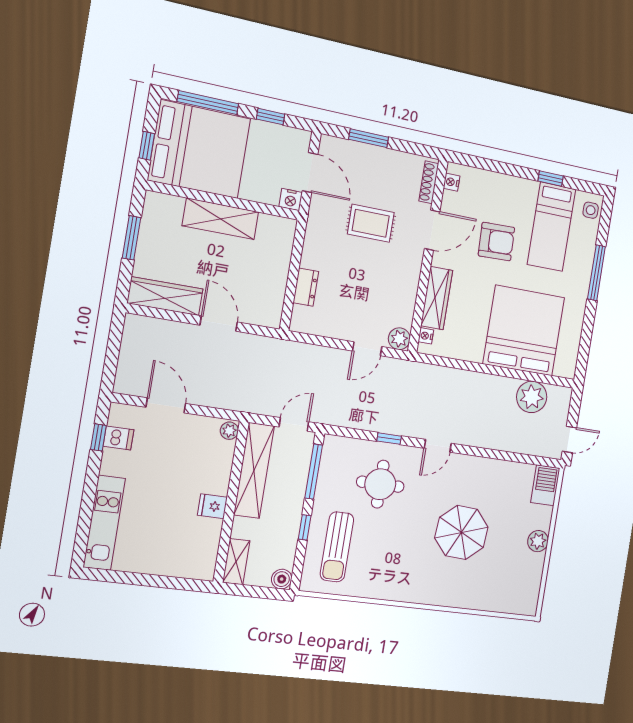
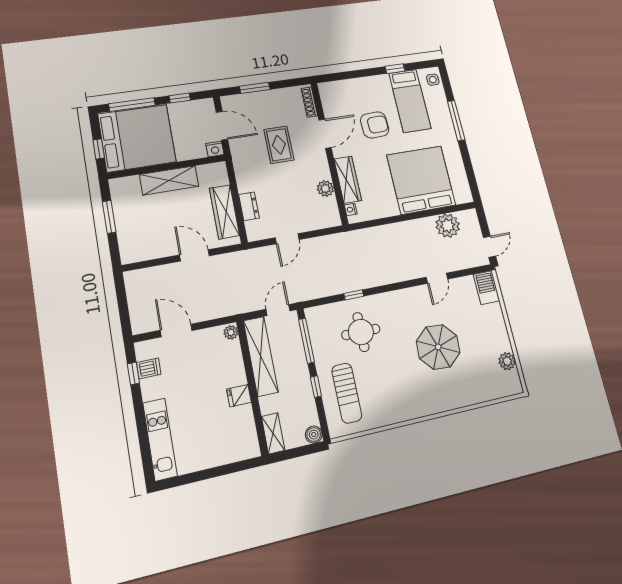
nightstand: (451, 182) -> (325, 96), removed
rug: (371, 223) -> (279, 145), turned 90
wardrobe: (165, 296) -> (224, 212), moved, turned -90
plant: (399, 339) -> (325, 189), moved
door: (367, 349) -> (287, 239), moved
door: (438, 446) -> (437, 278), moved
plant: (538, 541) -> (507, 361), moved

